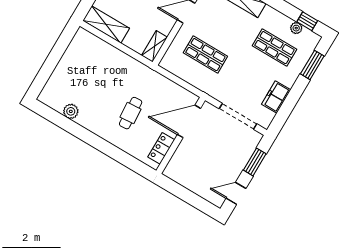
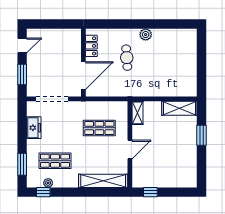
plant: (71, 111) -> (146, 35), moved

